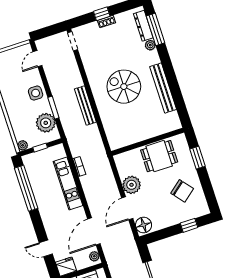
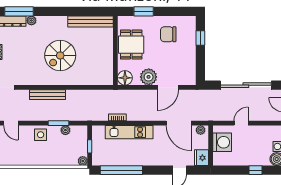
bench: (163, 88) -> (90, 21), moved
bench: (85, 106) -> (48, 95), moved
plant: (46, 123) -> (65, 130), width x0.53, depth x0.53
chair: (182, 191) -> (168, 34), turned -141
door: (127, 208) -> (168, 87), hinge flipped
floor lamp: (144, 225) -> (125, 78), moved

